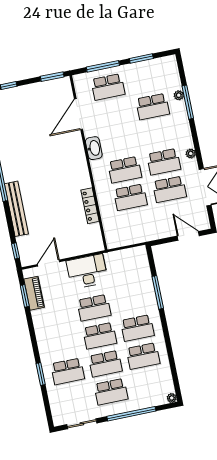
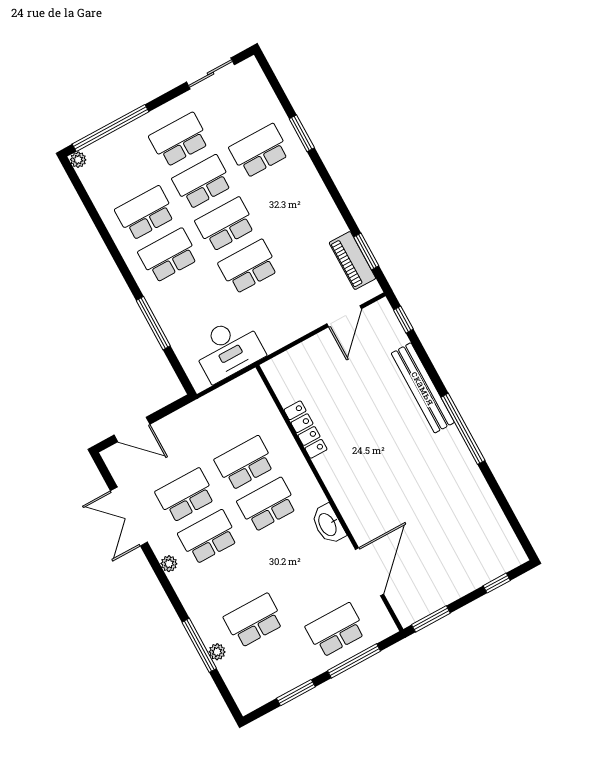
desk: (87, 271) -> (228, 349), moved
window: (131, 414) -> (111, 128), moved

